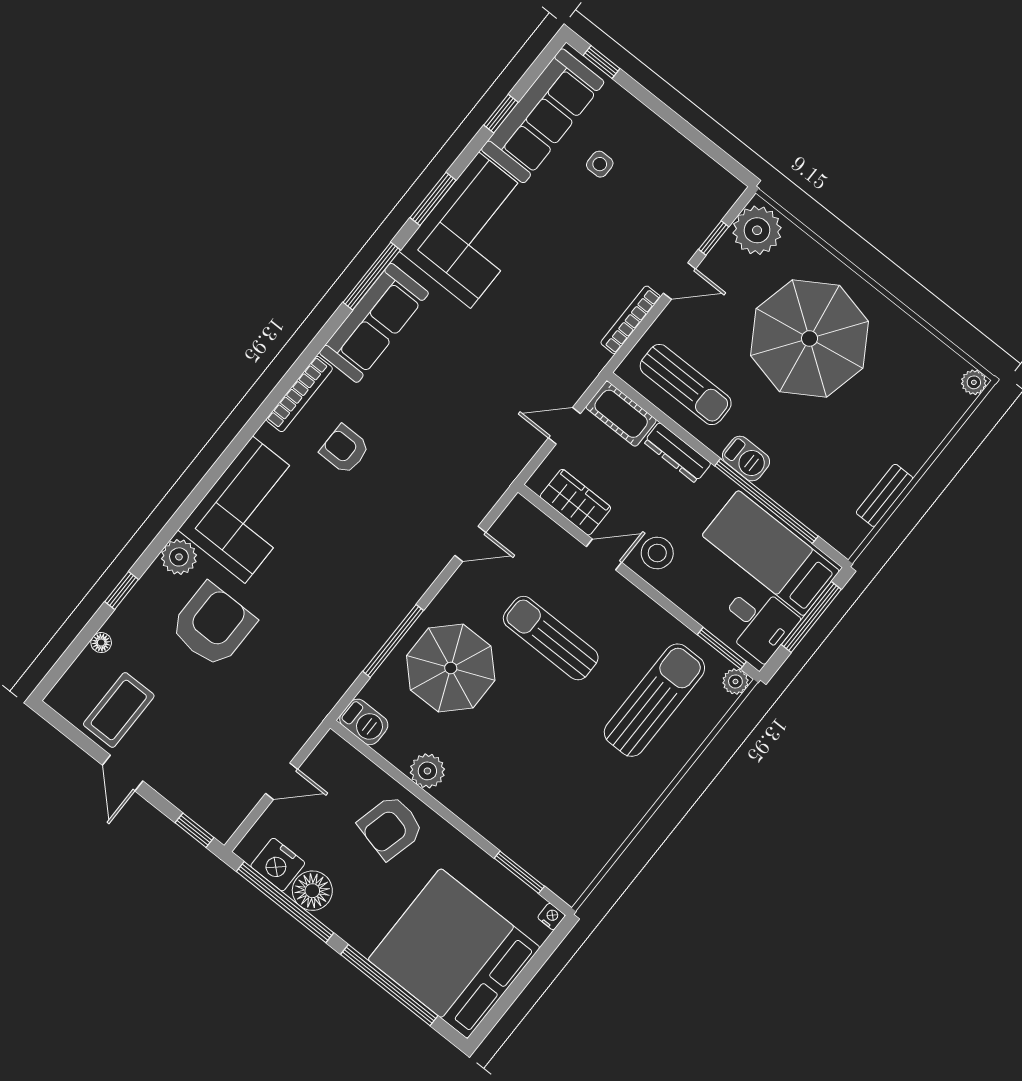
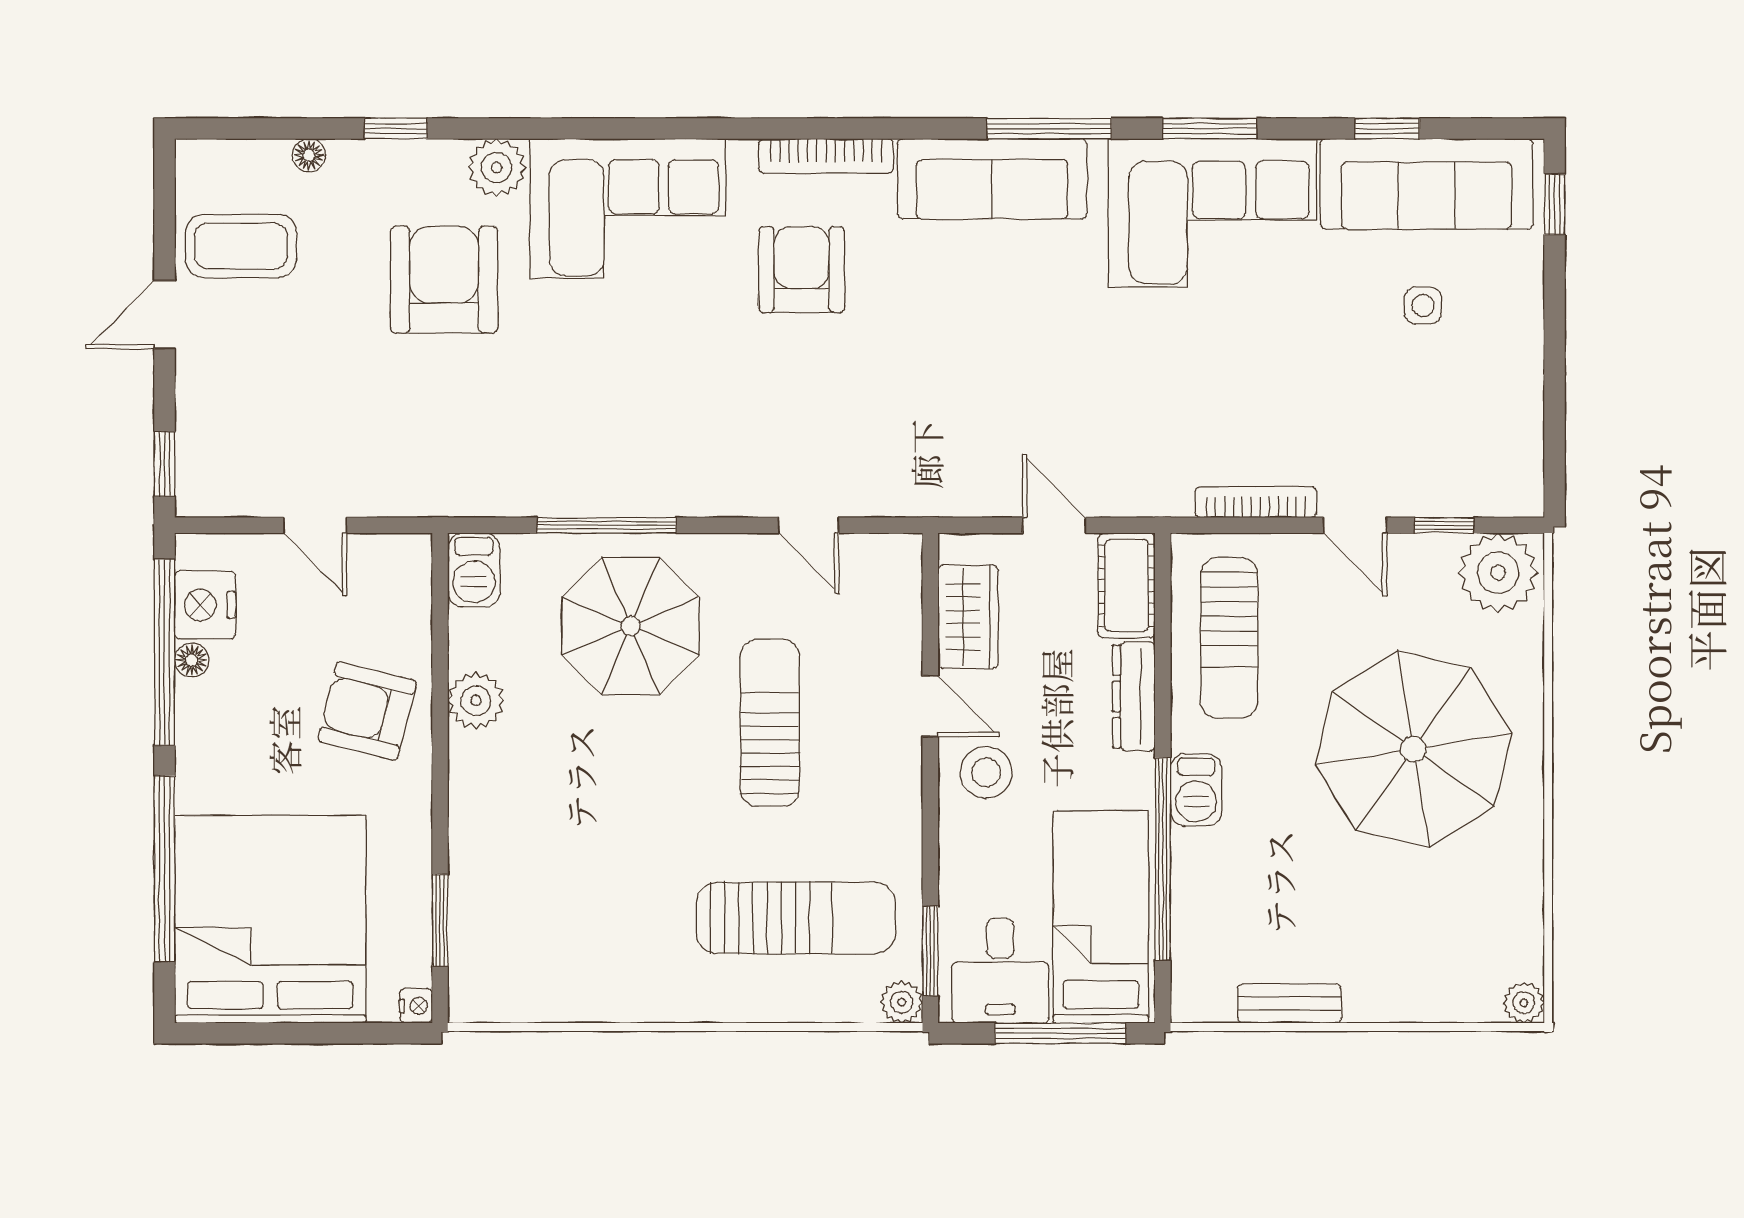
armchair: (345, 449) -> (801, 270), width x1.38, depth x1.38
armchair: (213, 625) -> (444, 280), turned -90
floor lamp: (312, 891) -> (192, 660), width x0.53, depth x0.53

